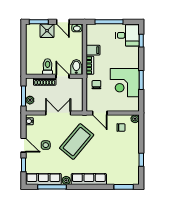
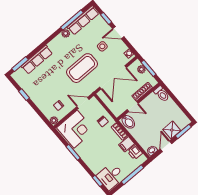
door: (63, 22) -> (166, 146), hinge flipped
printer: (92, 38) -> (135, 152), added
toilet: (48, 67) -> (162, 94), moved
corner desk: (125, 83) -> (76, 129), moved, turned 90
double door: (58, 113) -> (113, 77), width x1.37
coffee table: (77, 142) -> (82, 68), turned 50
row of seats: (89, 179) -> (37, 60), moved

